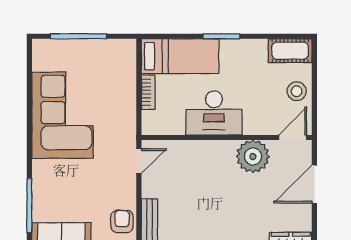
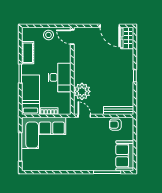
cot: (290, 51) -> (28, 53), moved
corner sofa: (63, 115) -> (44, 133), moved, turned 180
plant: (253, 156) -> (82, 91), moved
door: (314, 184) -> (110, 26), moved

